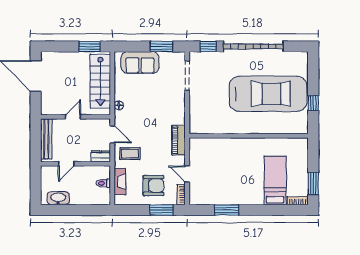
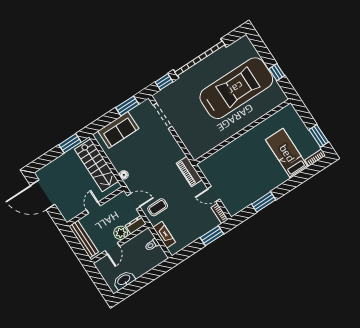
plant: (83, 155) -> (121, 233), added
armchair: (153, 186) -> (193, 221), removed

